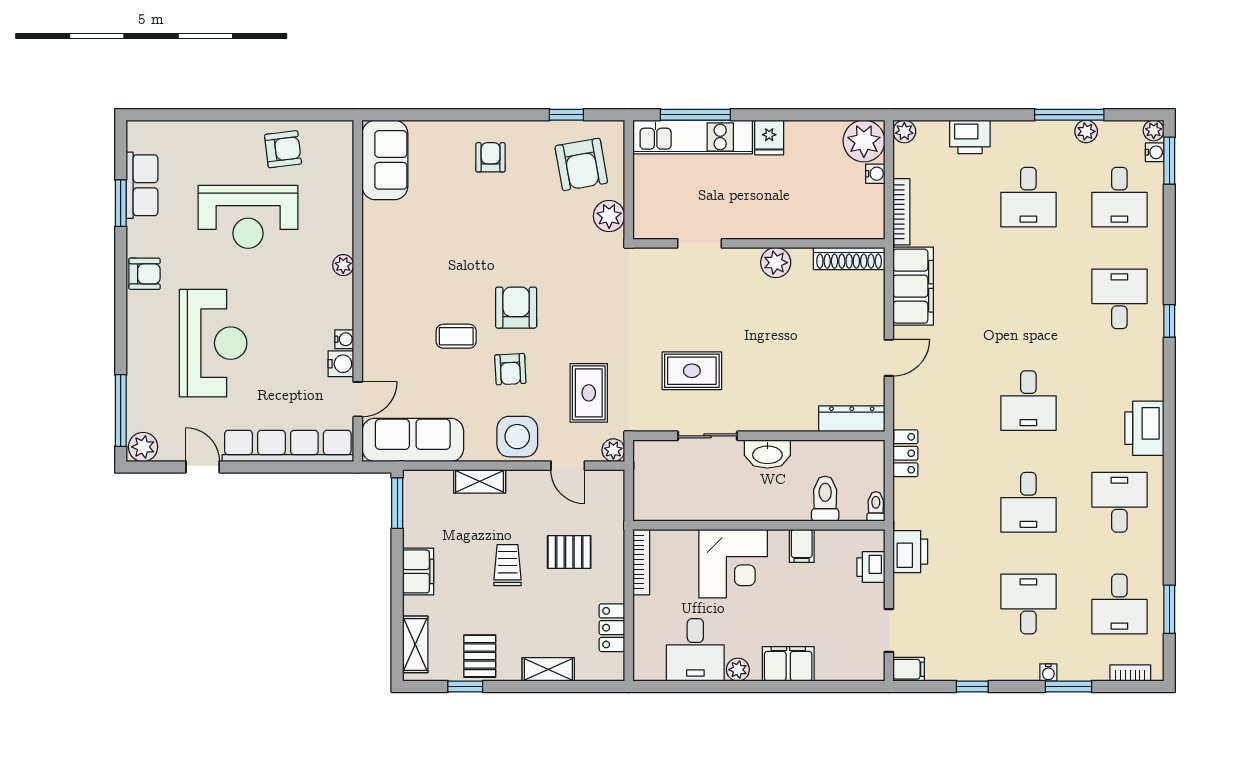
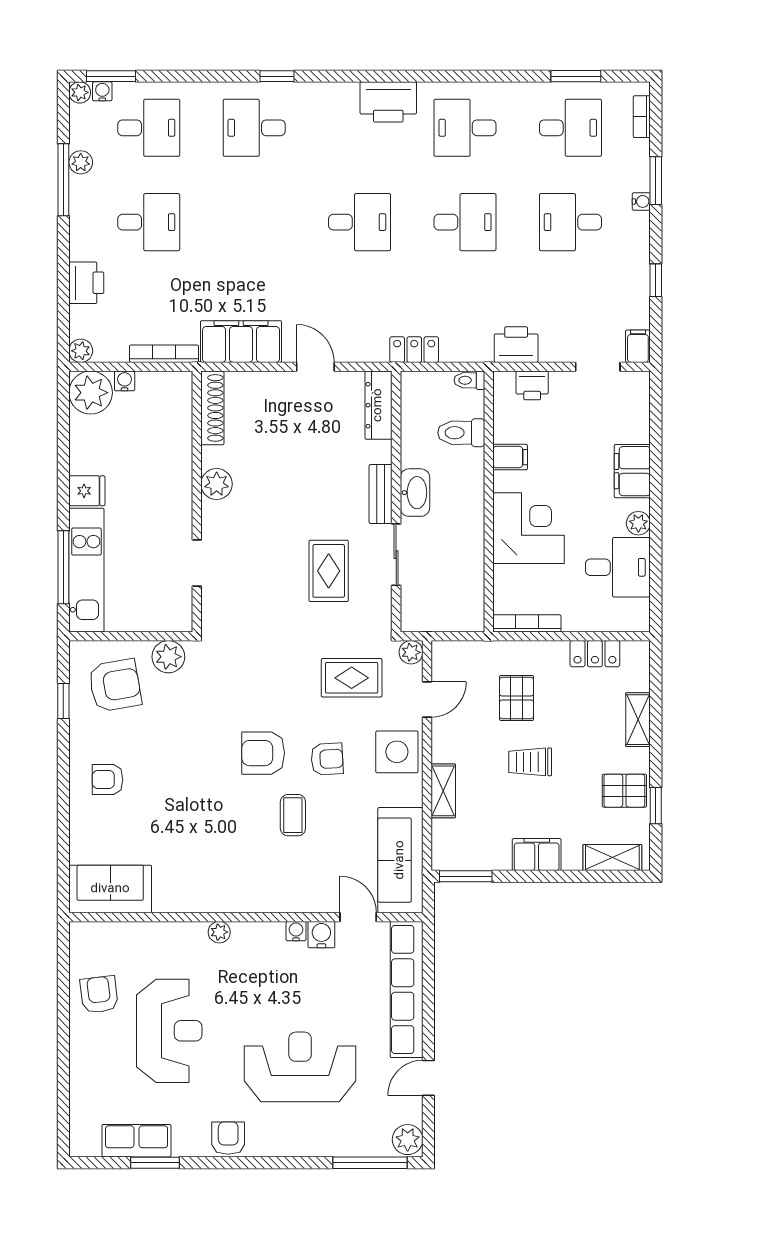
bench: (766, 421) -> (381, 494), added

